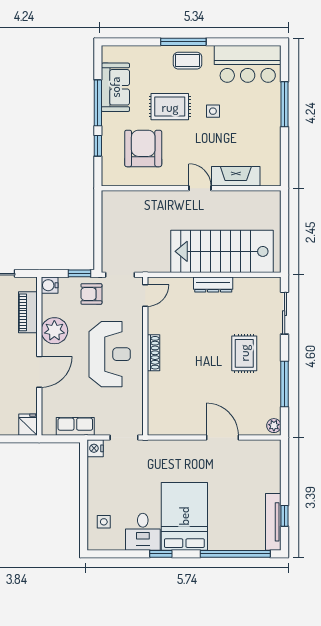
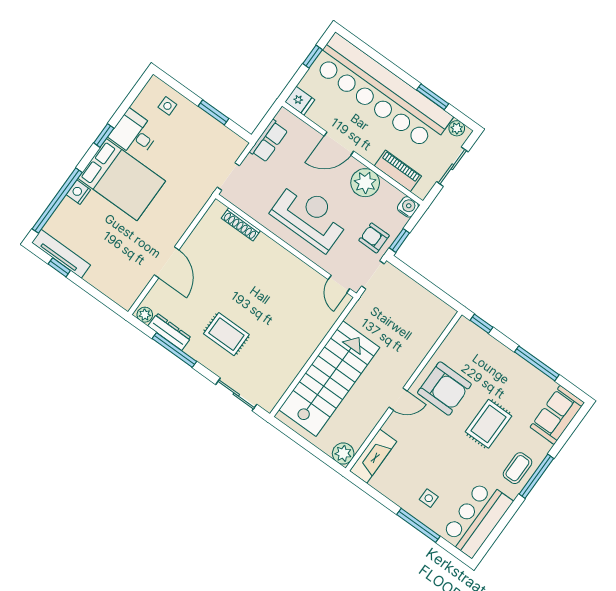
sofa: (115, 87) -> (557, 415), moved, turned 90
side table: (213, 111) -> (429, 498), moved
window: (98, 146) -> (482, 324), moved
armchair: (143, 148) -> (444, 388), moved
fireplace: (236, 176) -> (373, 456), moved
plant: (271, 200) -> (343, 453), added
dresser: (213, 285) -> (169, 332), moved, turned 90
armchair: (91, 294) -> (374, 238), turned -90
shoe rack: (154, 353) -> (241, 224), moved
reception desk: (110, 354) -> (310, 216), turned 180
door: (39, 372) -> (339, 144), hinge flipped
door: (222, 437) -> (167, 262), hinge flipped
nightstand: (95, 448) -> (78, 192), moved, turned -90
window: (84, 483) -> (213, 112), added

